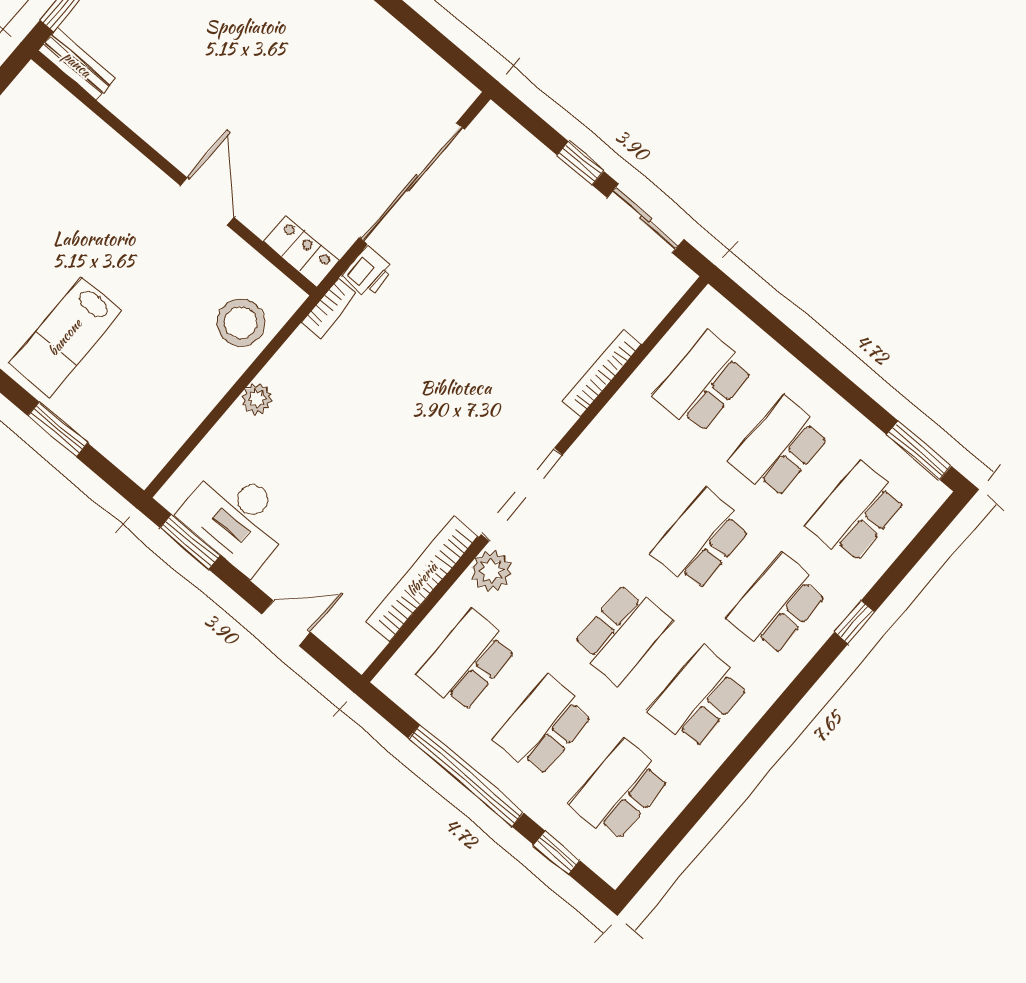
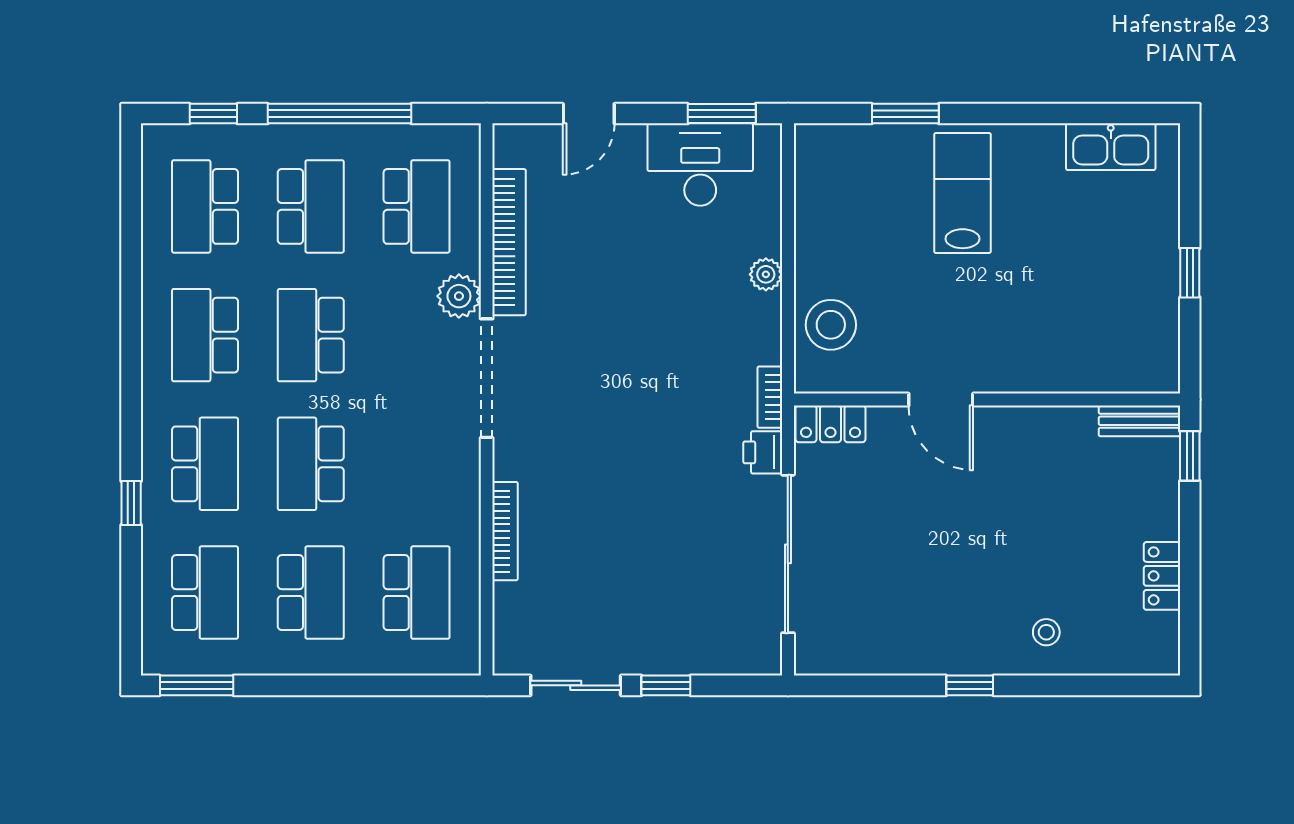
school desk: (701, 540) -> (311, 464), turned 180
school desk: (699, 698) -> (205, 335), turned 180
school desk: (620, 791) -> (205, 206), turned 180

